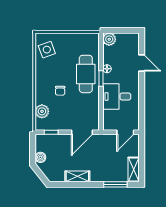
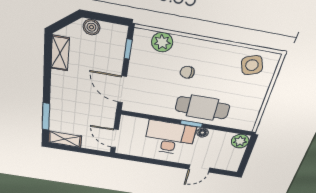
desk: (117, 96) -> (170, 138), width x1.37
shelving: (77, 176) -> (60, 53), moved

